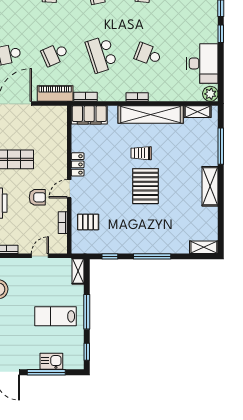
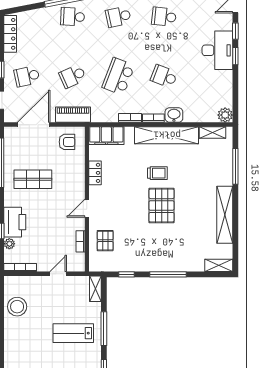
school desk: (101, 54) -> (118, 76), turned 39
desk: (202, 63) -> (217, 50), moved
washbasin: (158, 94) -> (174, 115), added
bookcase: (86, 97) -> (130, 118), moved
trolley: (141, 153) -> (157, 173), turned 180
locker: (78, 164) -> (95, 173), moved
shelving: (210, 186) -> (225, 215), width x1.47
armchair: (37, 197) -> (67, 142), moved
pallet: (88, 222) -> (105, 241), turned 90

